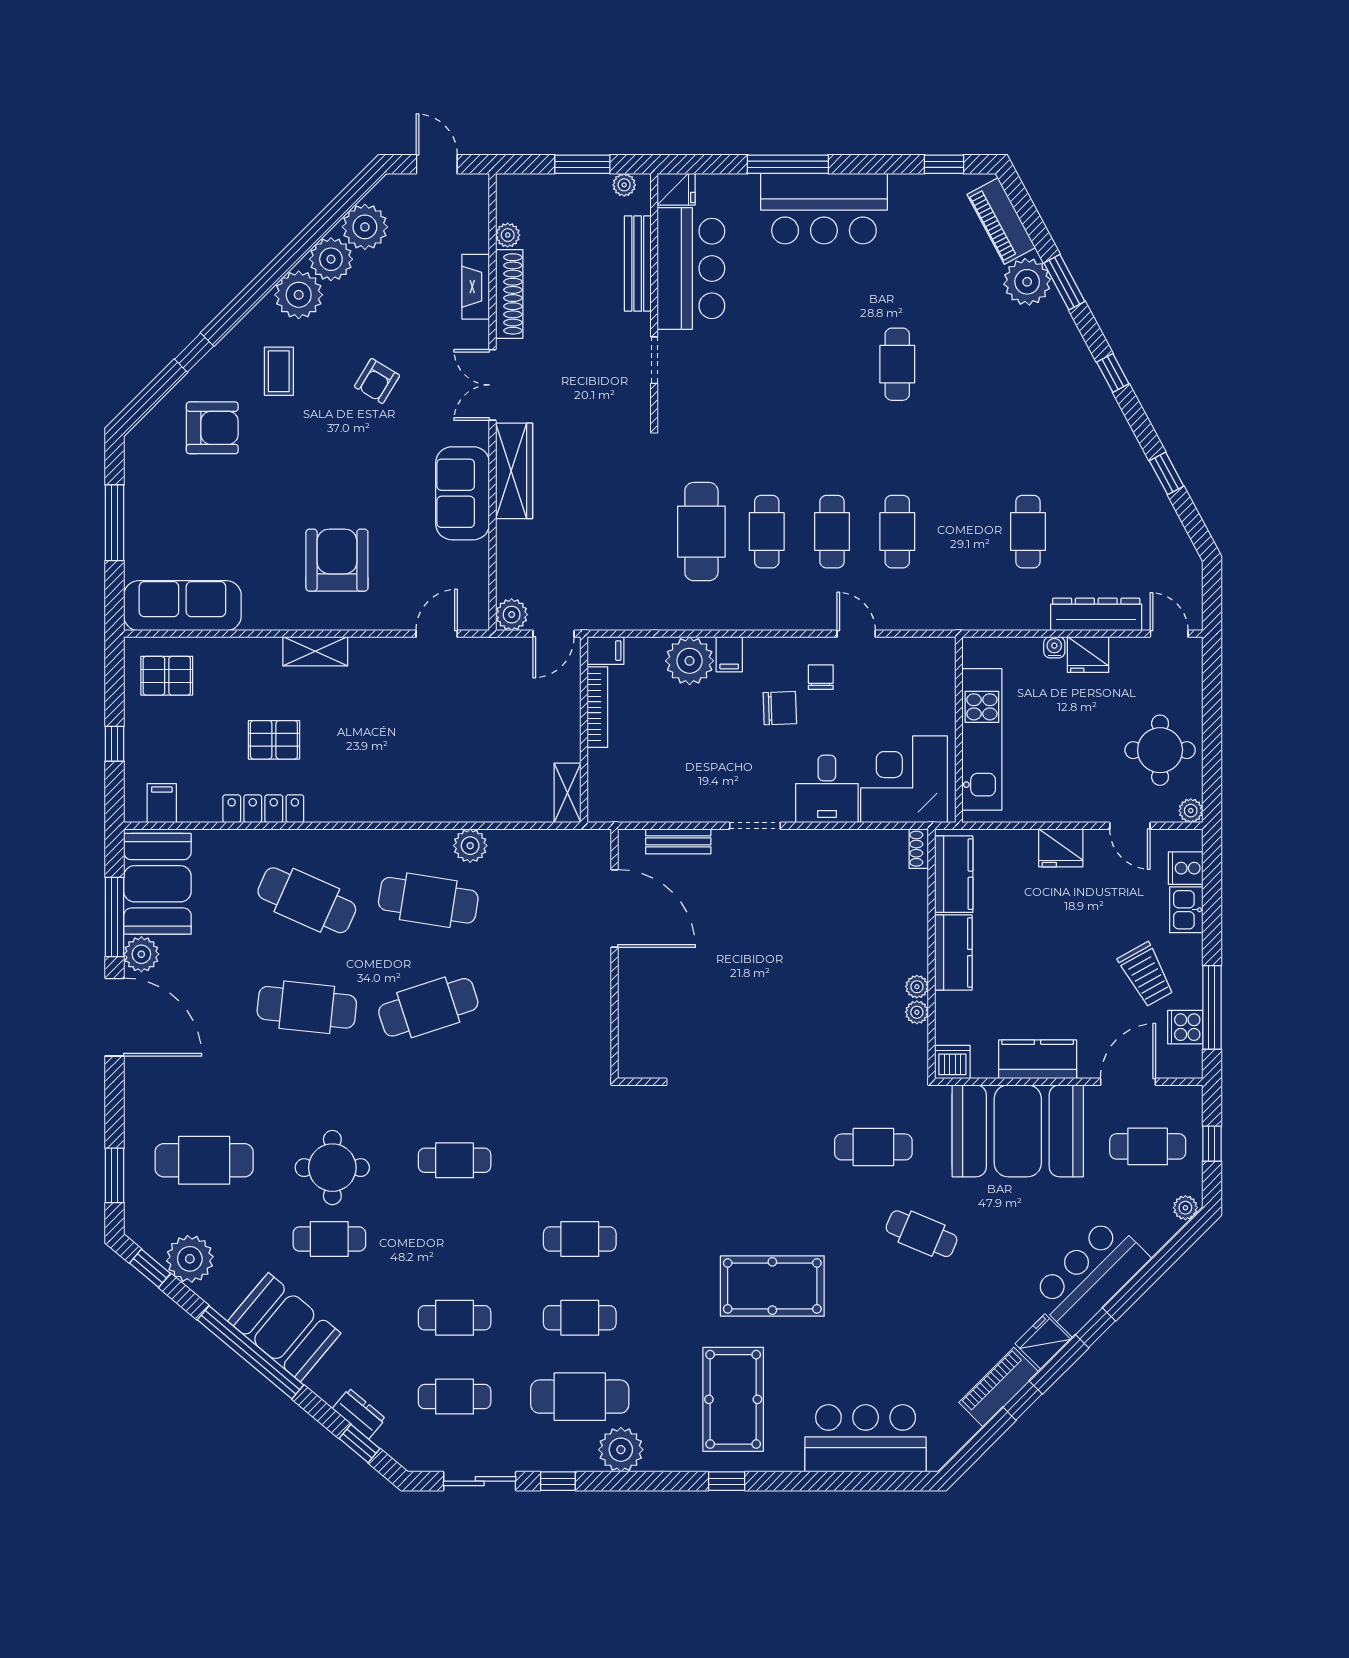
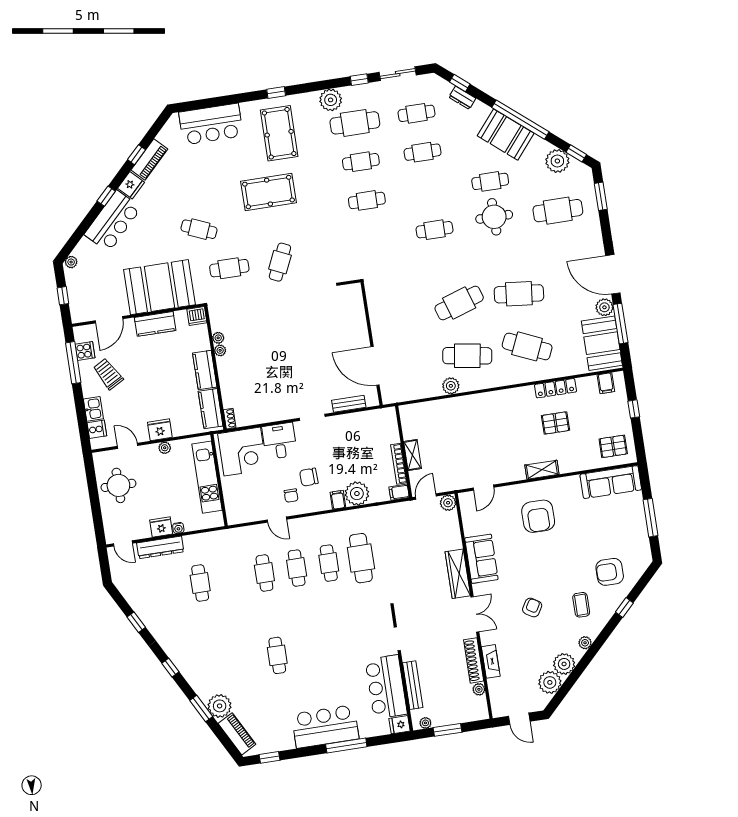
plant: (299, 295) -> (585, 643), width x0.53, depth x0.53
shelving: (568, 793) -> (412, 455), moved
plant: (1191, 811) -> (165, 448), moved
cafe table: (1148, 1146) -> (280, 262), moved, turned -65

